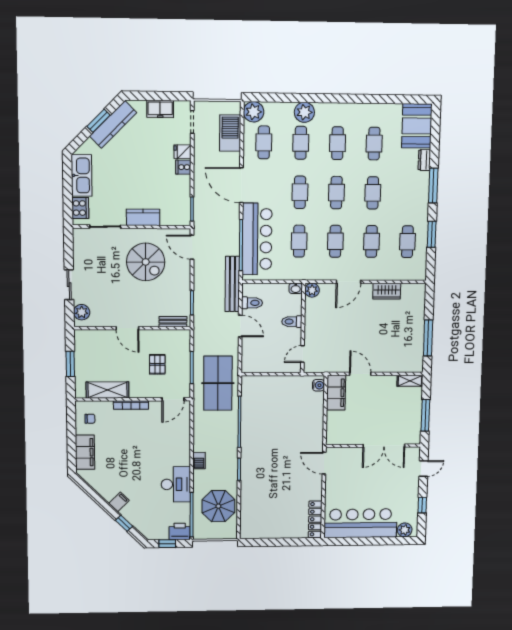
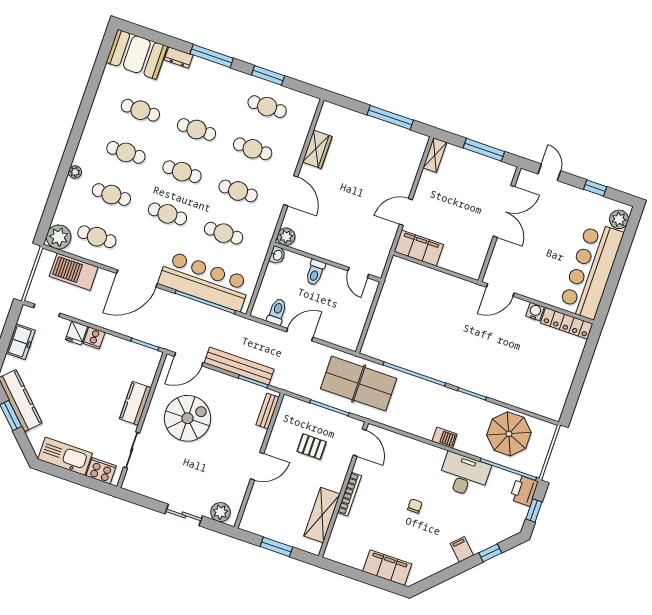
plant: (304, 112) -> (75, 172), width x0.53, depth x0.53
bench: (232, 284) -> (239, 366), moved
water cooler: (318, 385) -> (535, 312), moved
chair: (90, 419) -> (415, 506), moved

